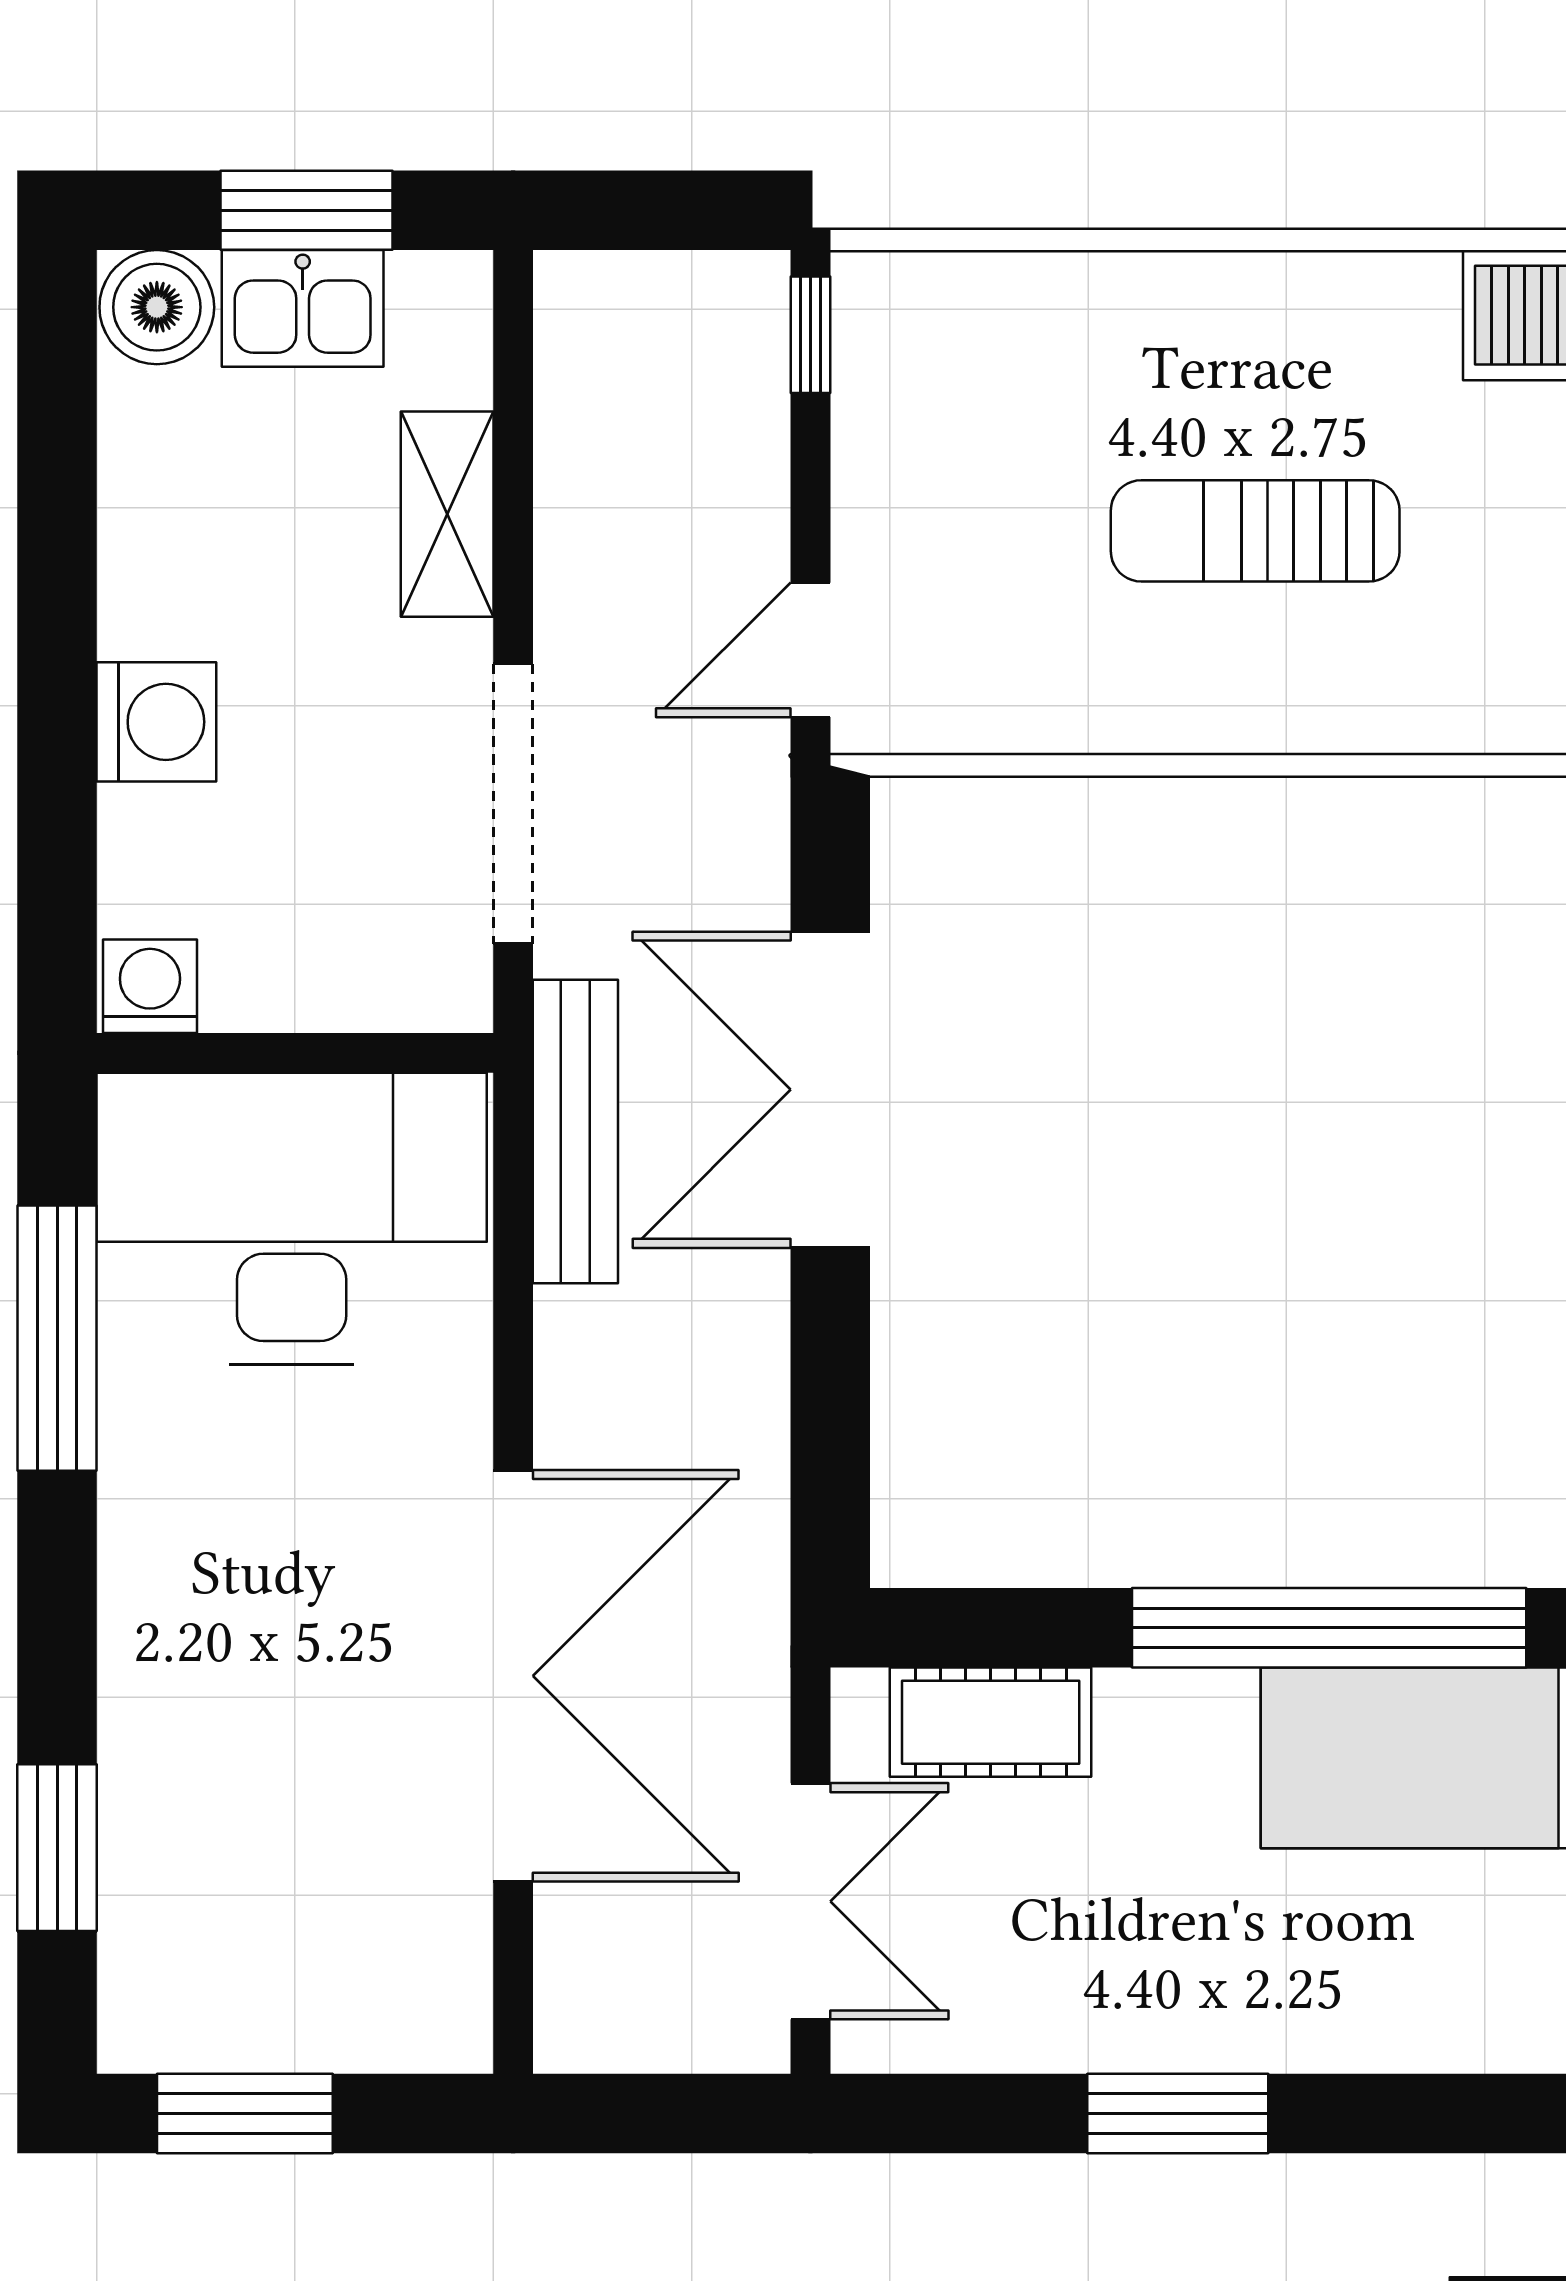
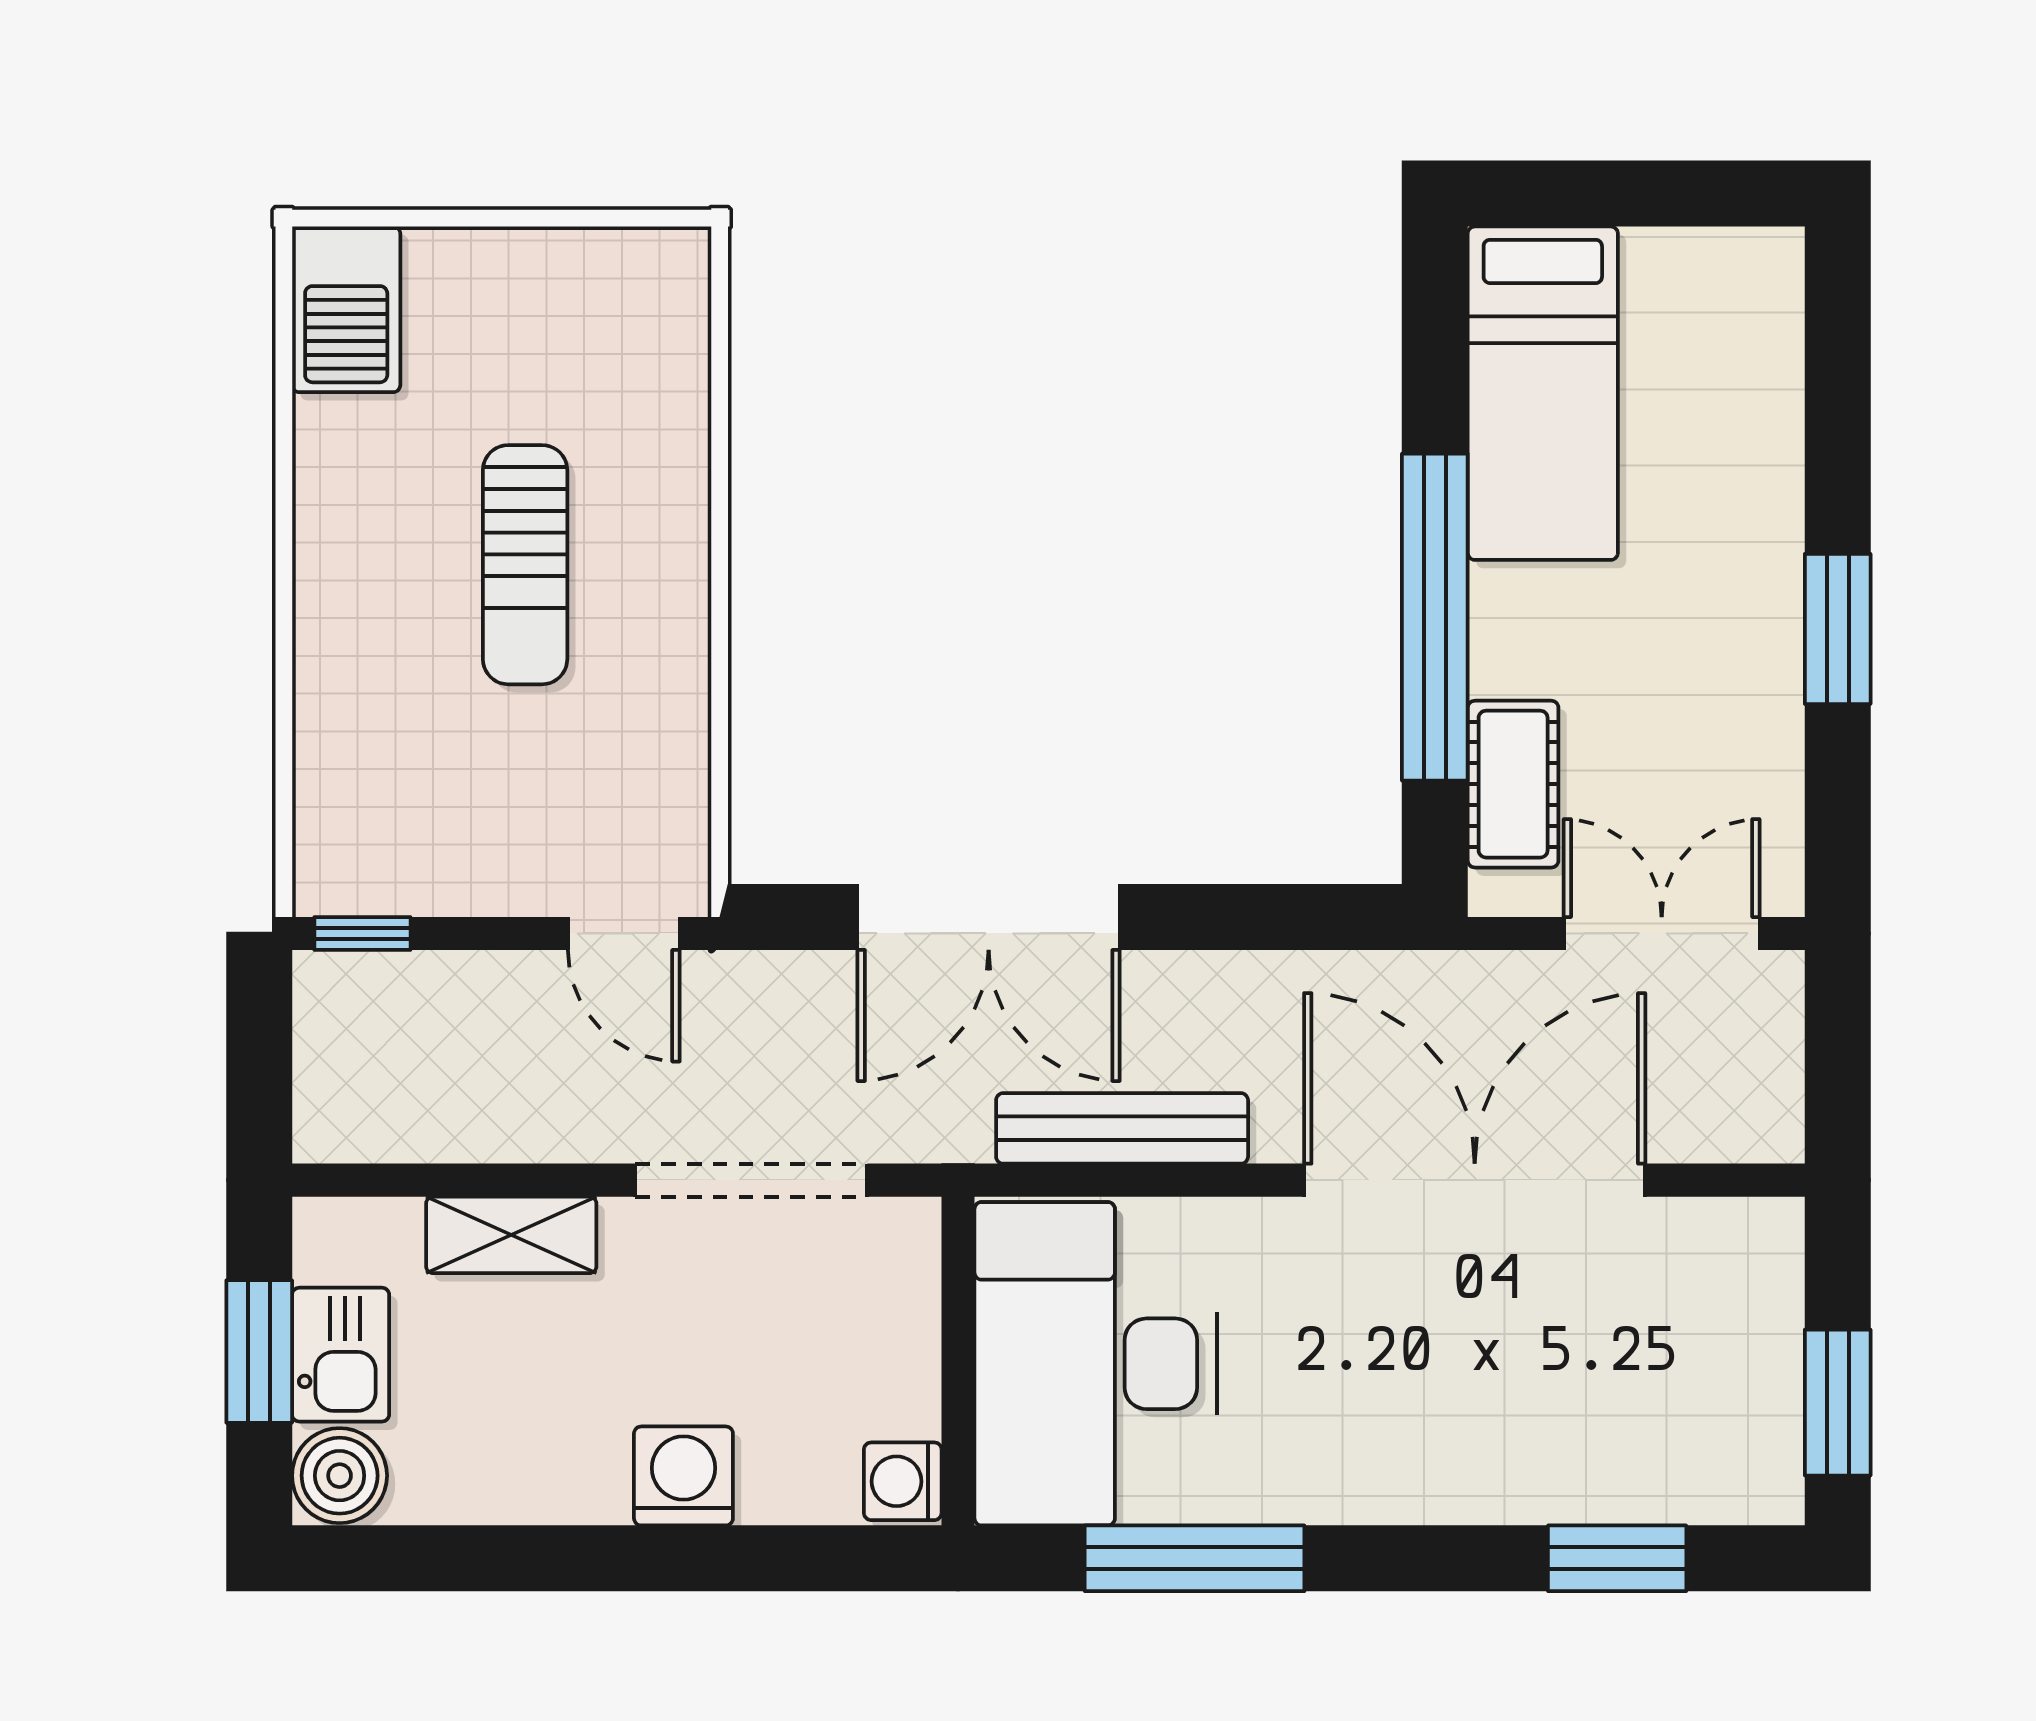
bench: (575, 1131) -> (1122, 1128), moved
window: (1329, 1628) -> (1435, 617), moved

